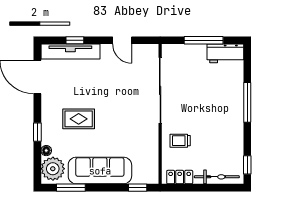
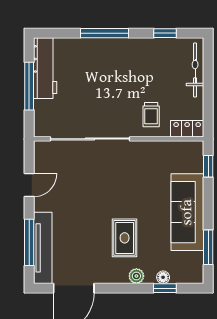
window: (75, 40) -> (29, 242), width x2.17
workbench: (225, 53) -> (45, 68), width x1.38
window: (37, 132) -> (165, 288), moved
window: (247, 165) -> (165, 33), moved
plant: (53, 169) -> (136, 276), moved, width x0.53, depth x0.53
locker: (180, 177) -> (187, 129), moved, turned 90

